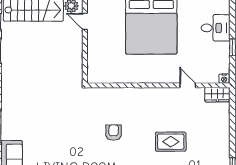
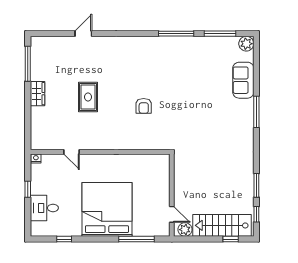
wardrobe: (217, 95) -> (37, 94), moved, turned 90
rug: (171, 142) -> (88, 97), turned 90

